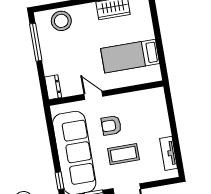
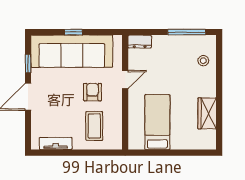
stool: (61, 21) -> (203, 61), width x0.53, depth x0.53
coffee table: (123, 154) -> (94, 126), moved
window: (59, 181) -> (73, 32), moved

